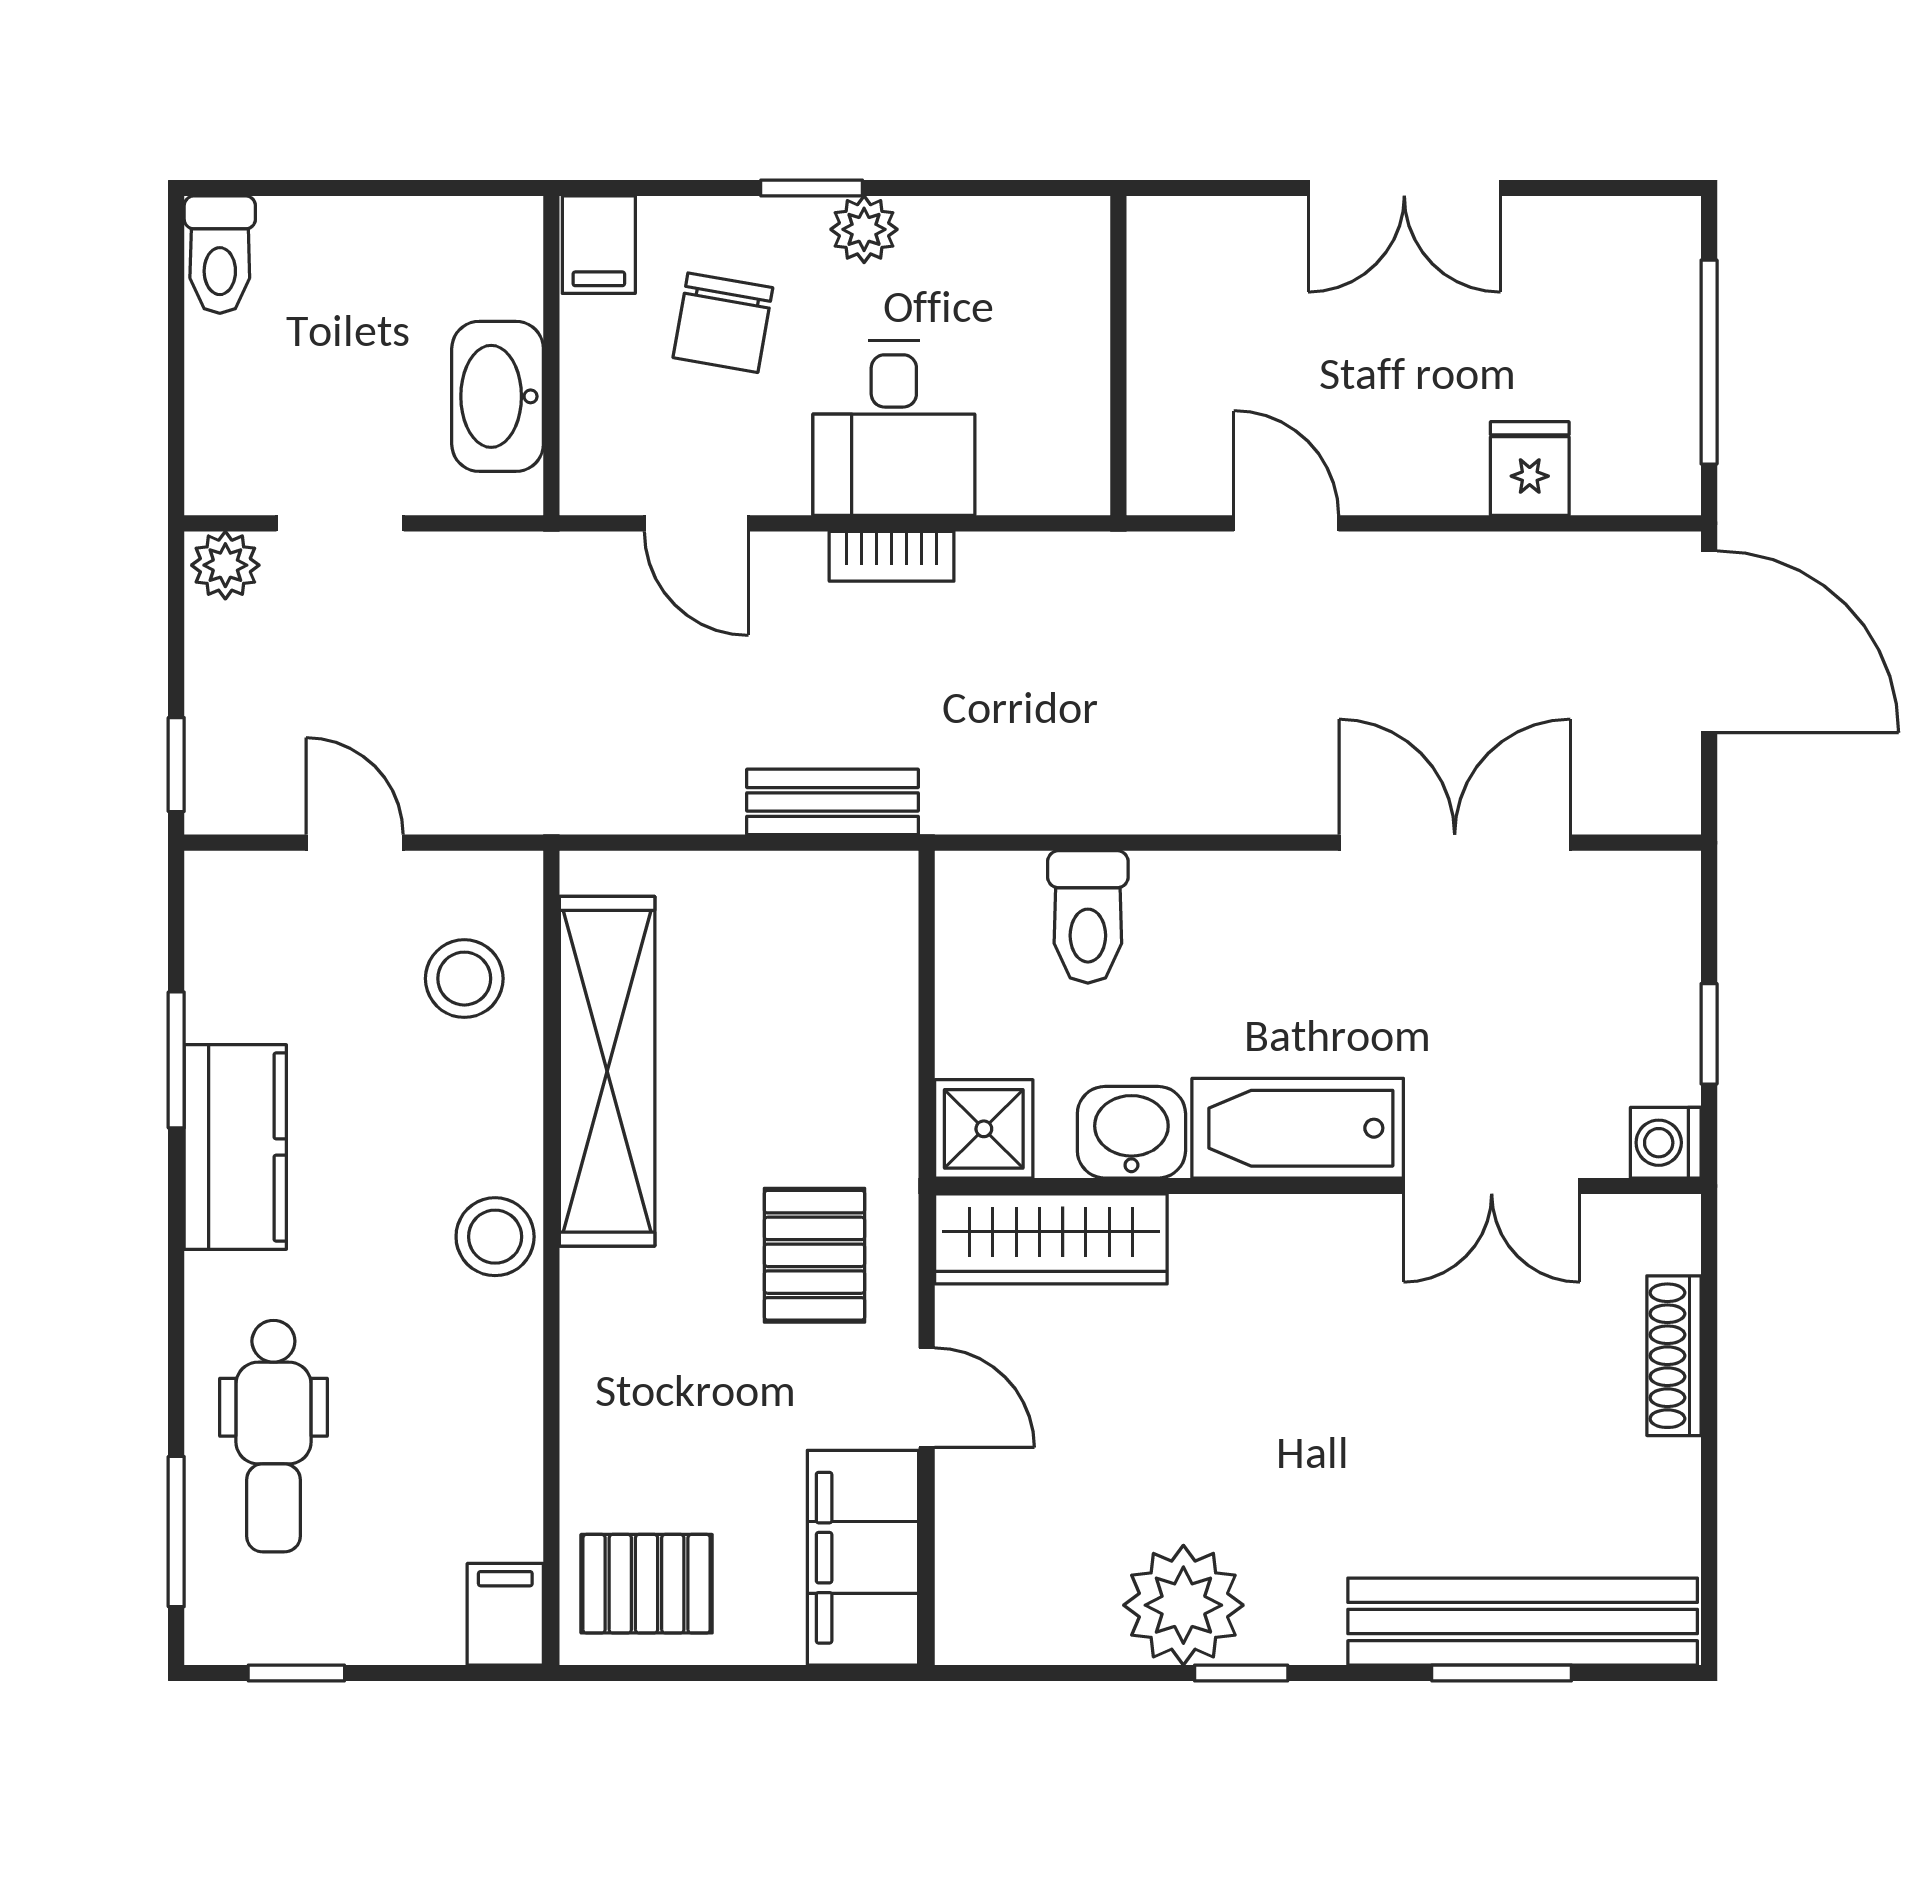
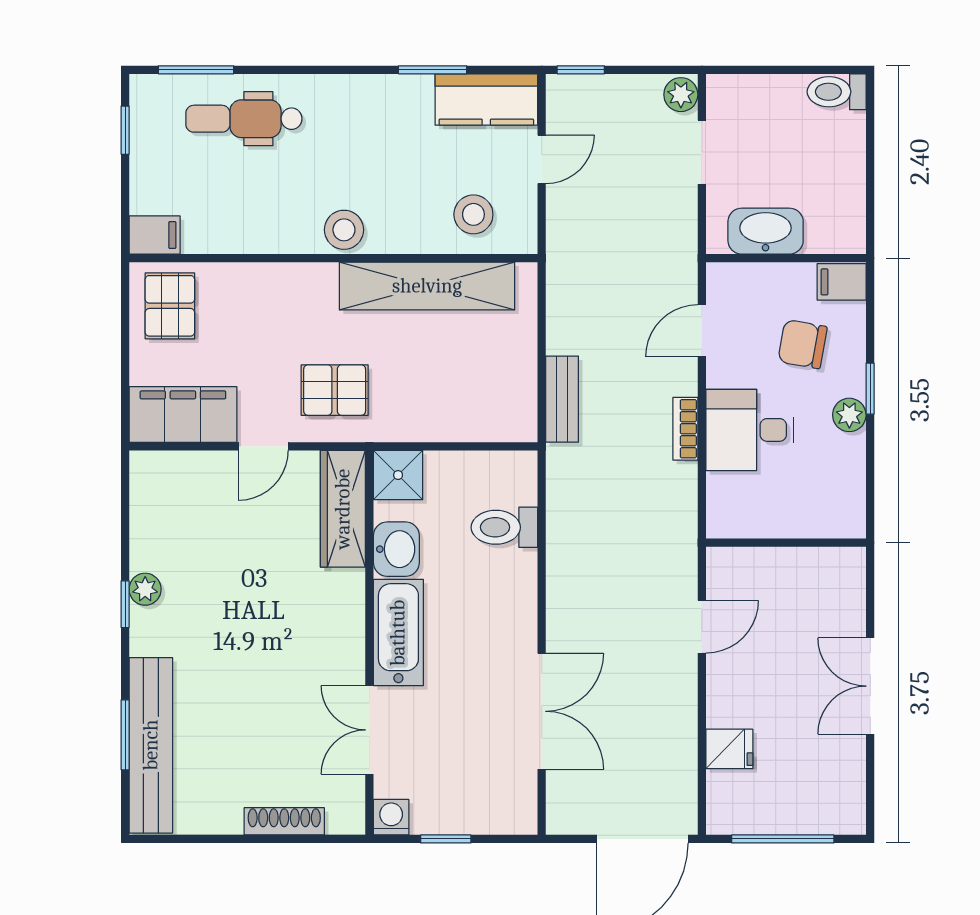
kitchen counter: (235, 1147) -> (486, 100), moved
plant: (1183, 1605) -> (145, 589), width x0.53, depth x0.53

